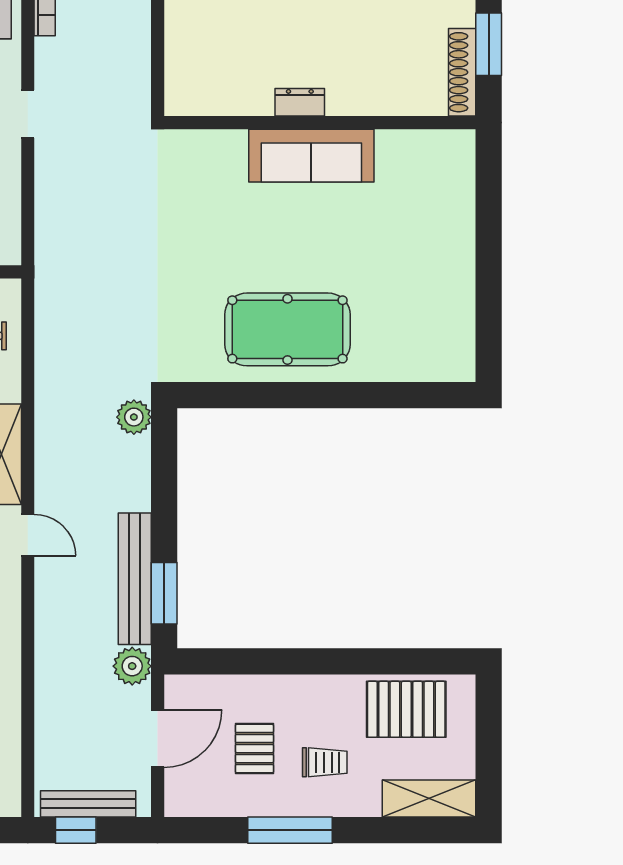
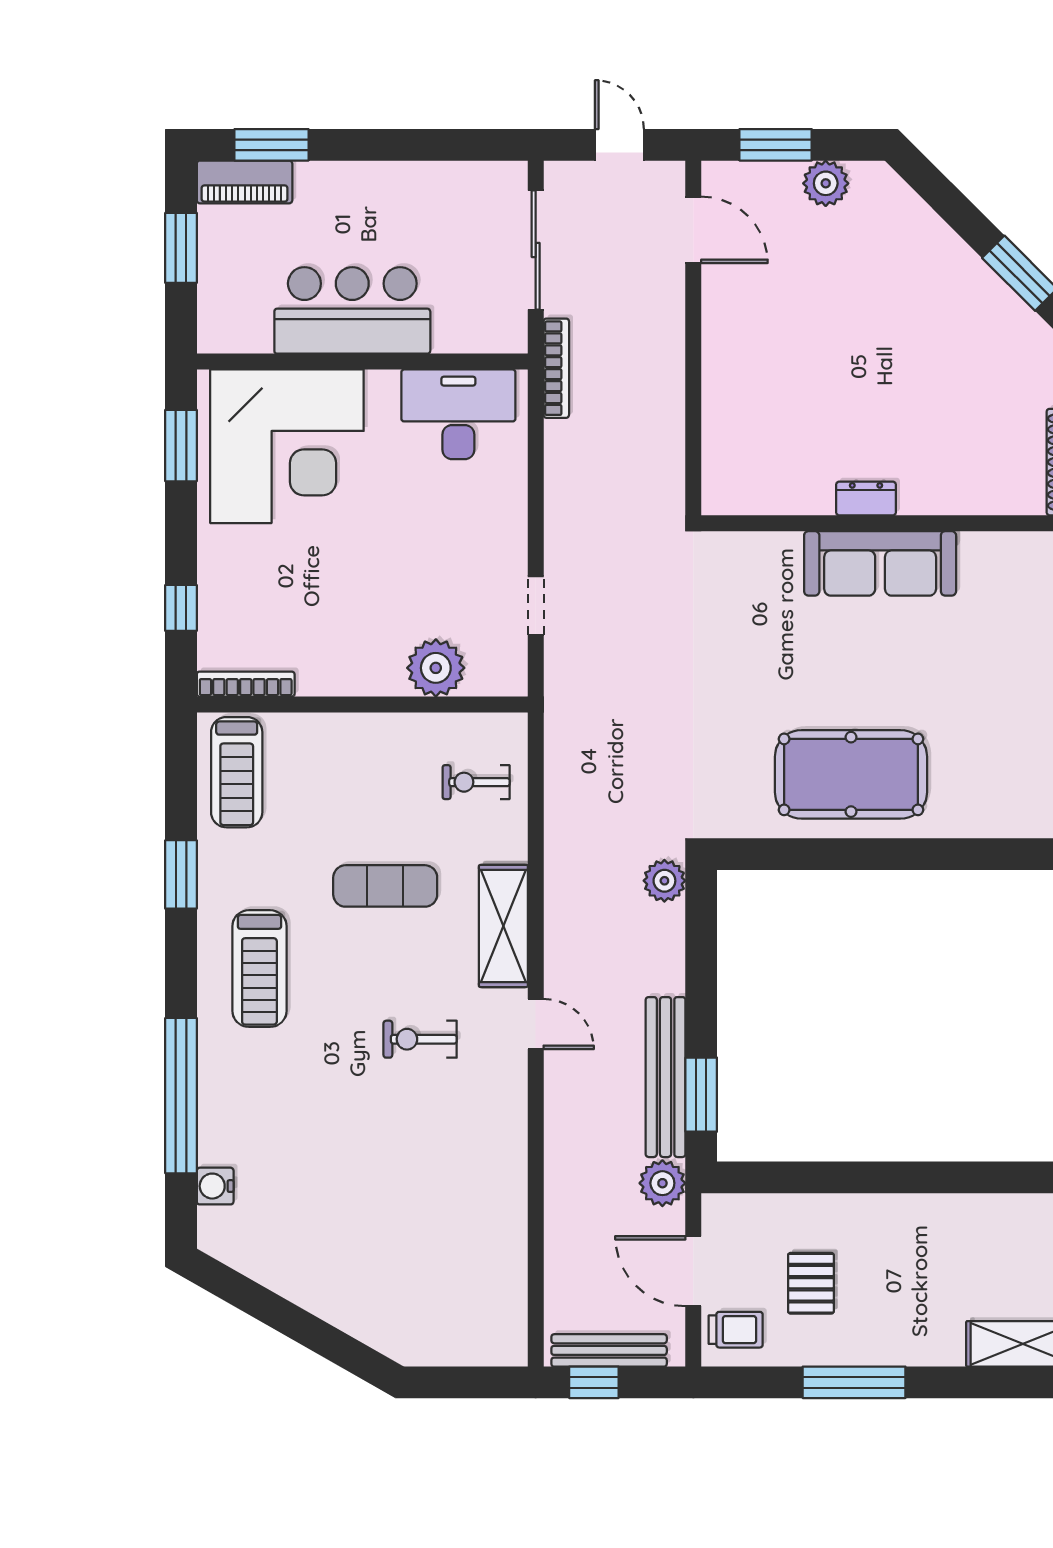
doorway: (28, 114) -> (536, 606), moved
pallet: (406, 709) -> (995, 1236), removed
door: (158, 739) -> (693, 1271), swing flipped
trolley: (325, 762) -> (736, 1330), moved

